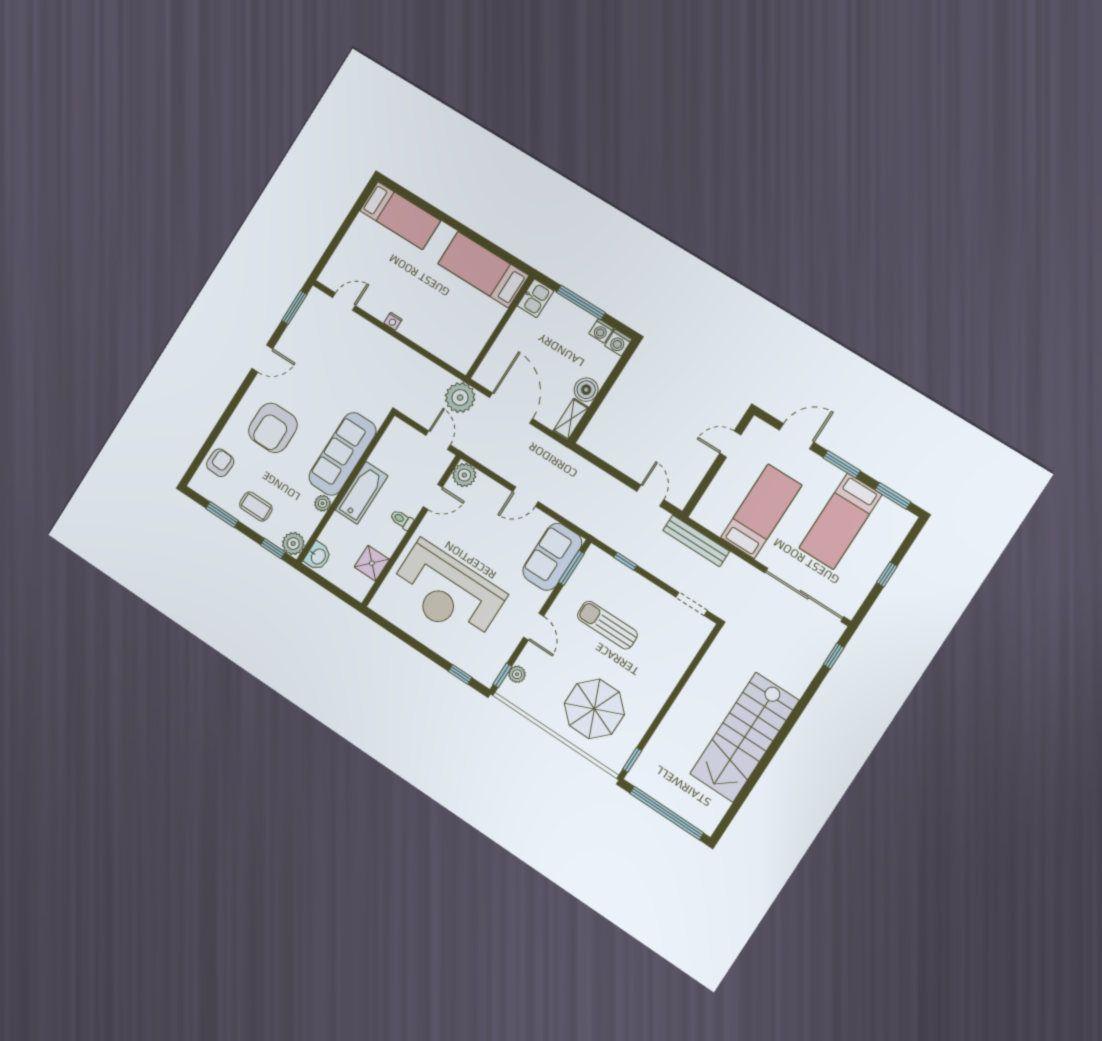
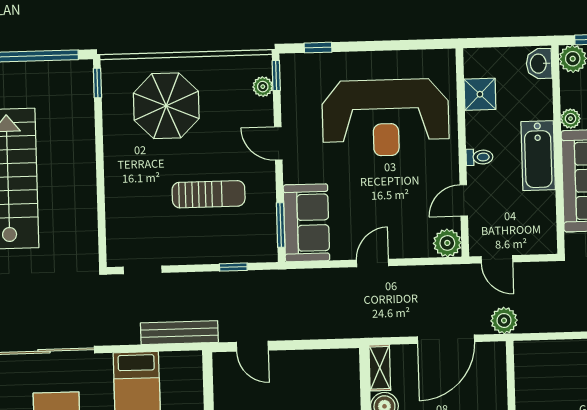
plant: (460, 398) -> (504, 320), width x0.73, depth x0.73
door: (511, 408) -> (446, 339), hinge flipped
reception desk: (447, 592) -> (386, 118), turned 180

